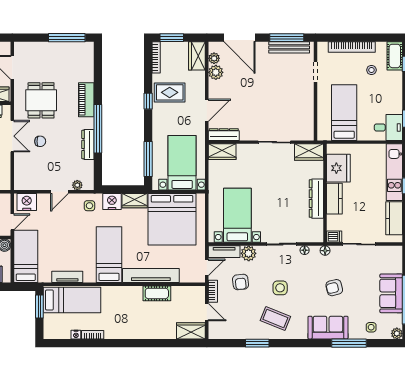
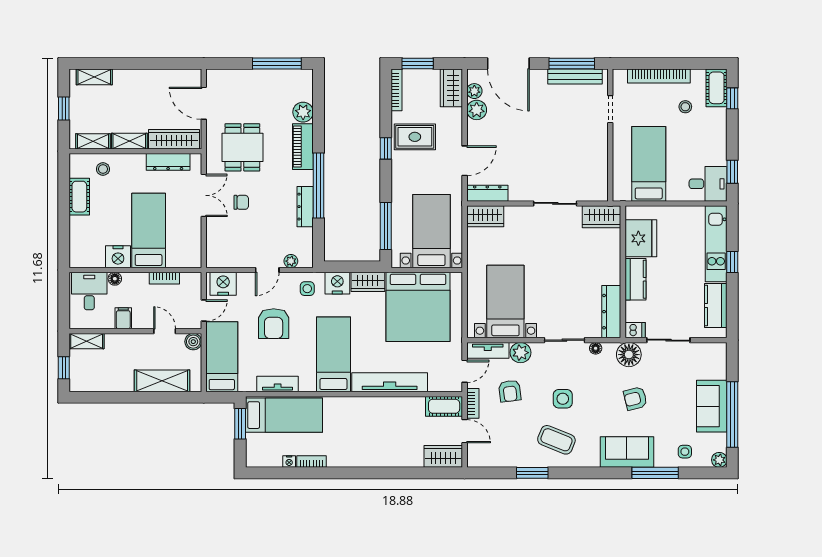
plant: (86, 74) -> (303, 112), added
dresser: (316, 199) -> (611, 312), moved
armchair: (64, 232) -> (274, 324), added
floor lamp: (325, 251) -> (629, 355), width x1.89, depth x1.89
cot: (157, 293) -> (444, 406), moved

